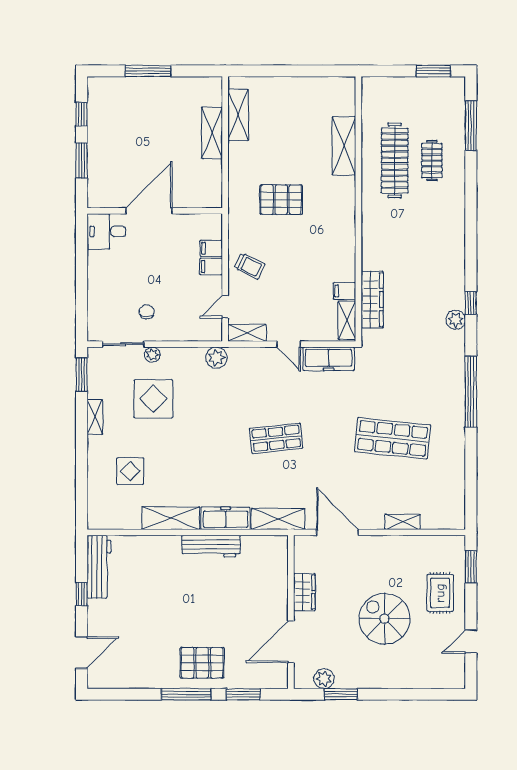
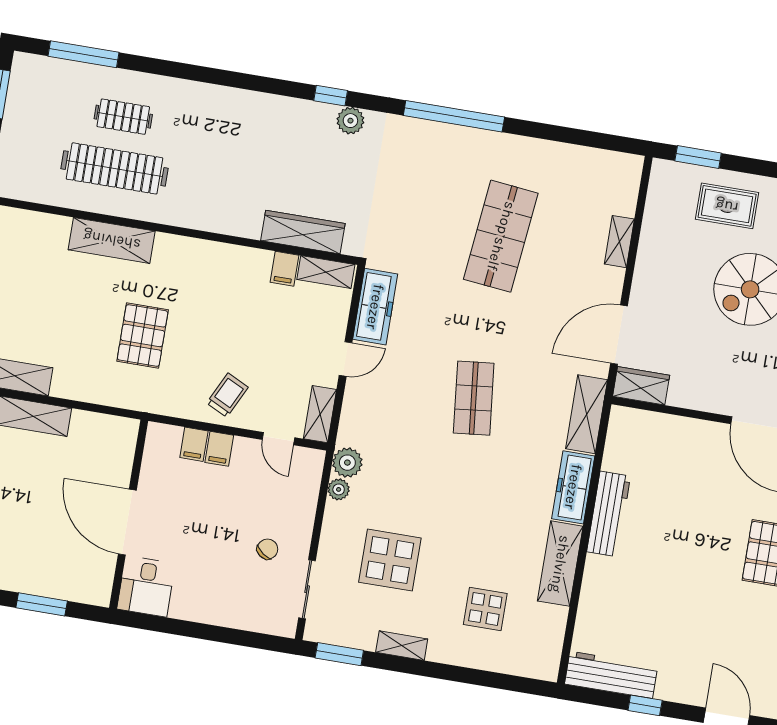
shelving: (344, 146) -> (112, 240), moved
chair: (147, 312) -> (267, 549), turned 125
plant: (152, 355) -> (339, 489), moved
wardrobe: (304, 592) -> (641, 386), moved

